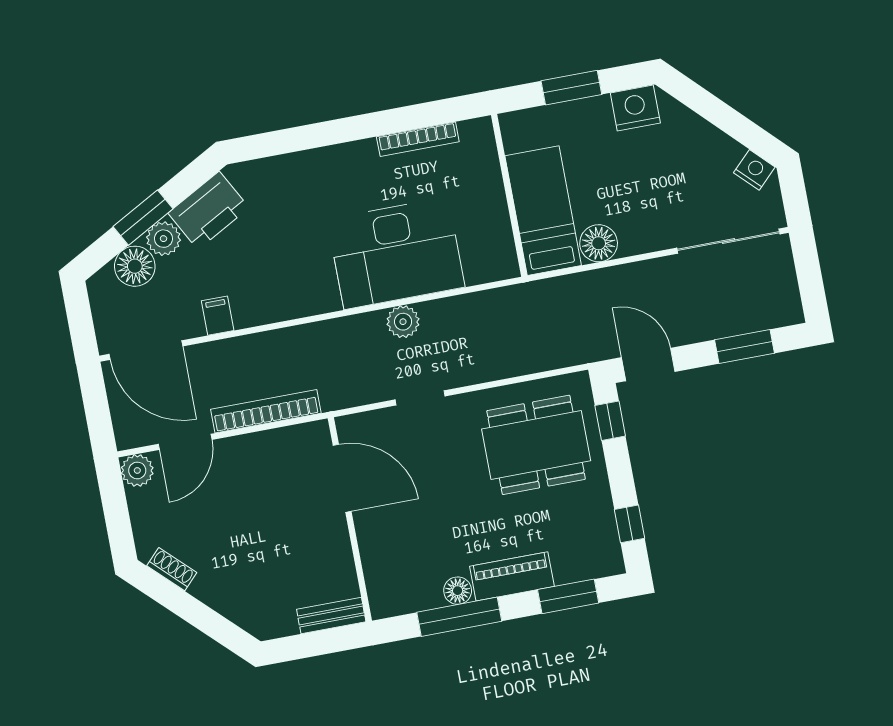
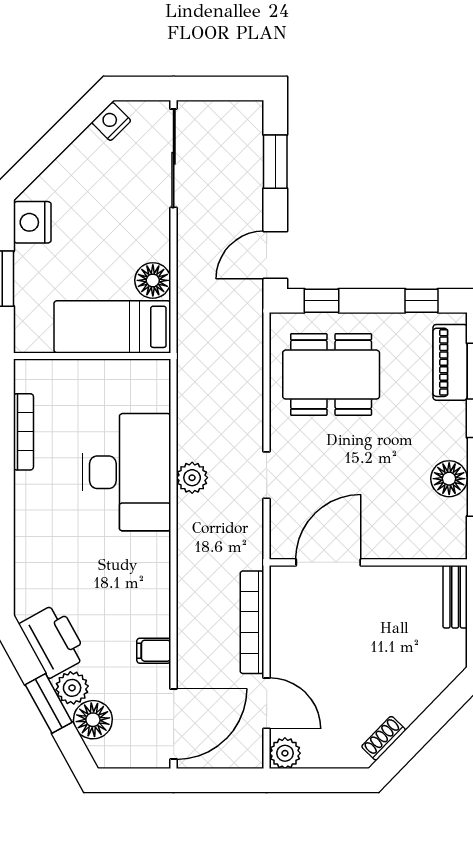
dining table: (536, 445) -> (331, 375), turned 90
piano: (512, 576) -> (450, 362), moved
floor lamp: (458, 591) -> (449, 479), width x1.38, depth x1.38

